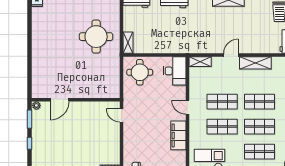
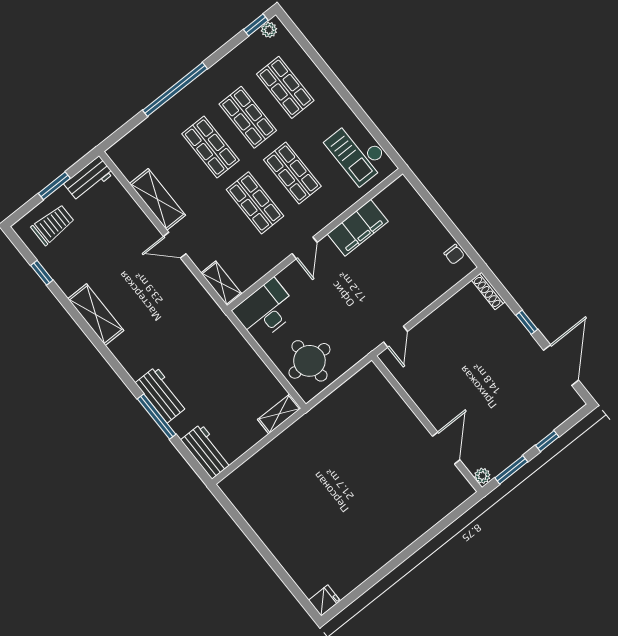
round table: (96, 37) -> (308, 469), removed
door: (60, 100) -> (446, 448), hinge flipped

